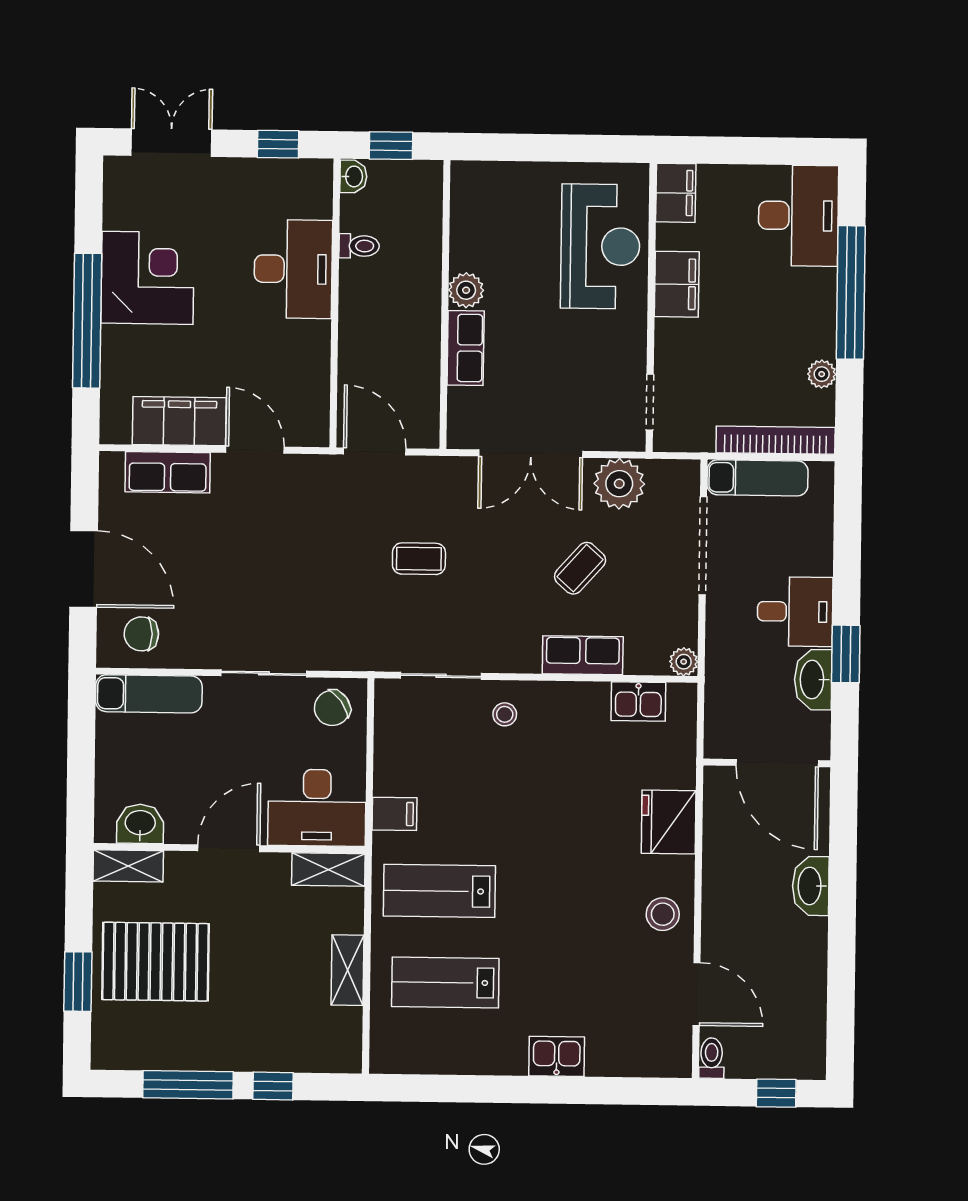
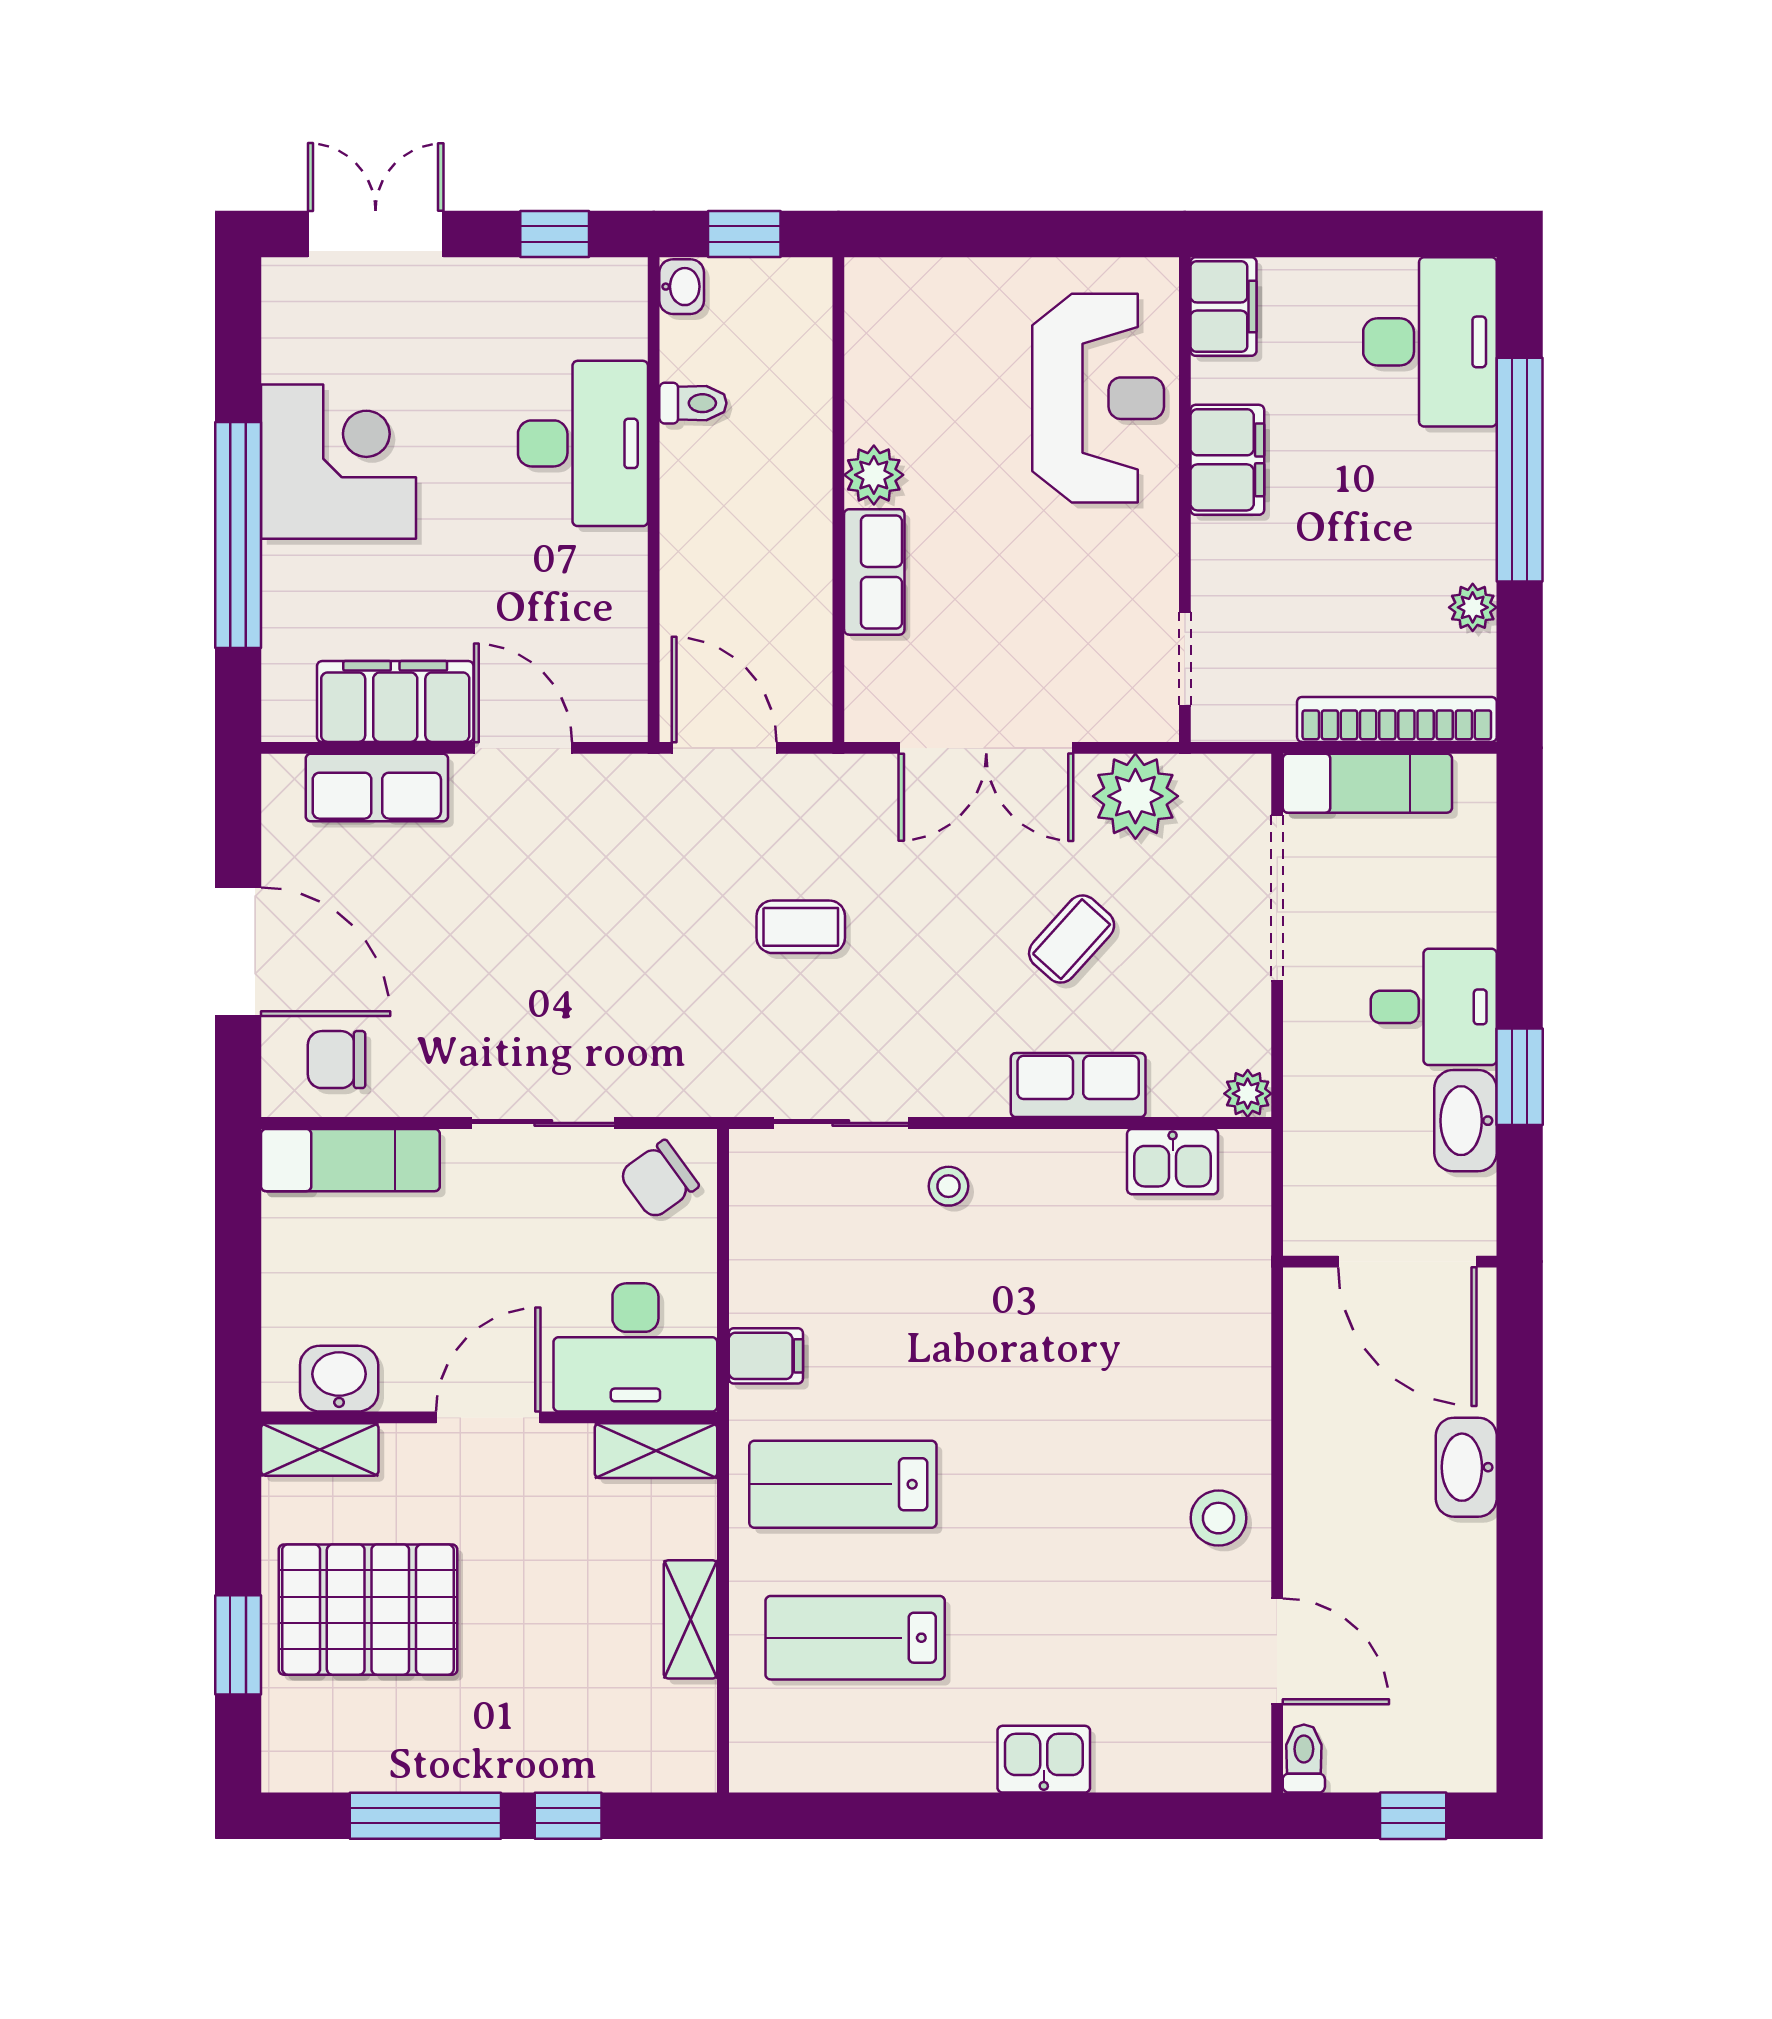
fridge: (669, 822) -> (1226, 1363), removed

